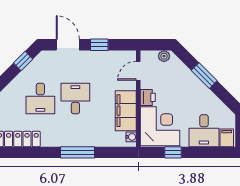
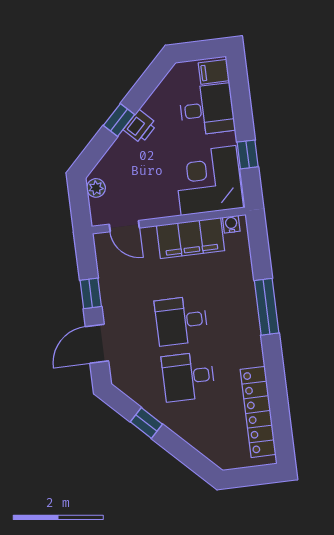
window: (23, 61) -> (146, 423), moved
window: (204, 76) -> (119, 120), width x0.67
printer: (148, 97) -> (140, 127), moved, turned 135
desk: (40, 99) -> (188, 377), turned 180

